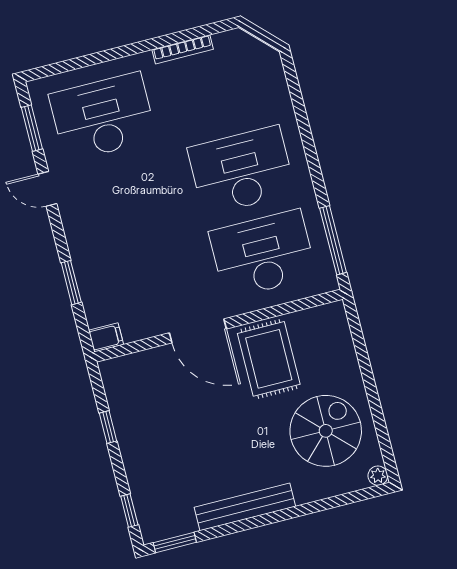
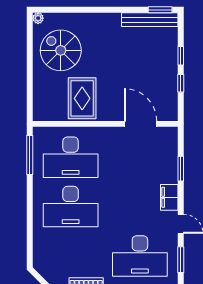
door: (198, 331) -> (141, 124), moved
filing cabinet: (106, 337) -> (169, 197), moved, width x2.00
spiral stairs: (326, 431) -> (61, 50), turned 90
bench: (245, 507) -> (150, 20), moved
window: (129, 511) -> (181, 56), moved

